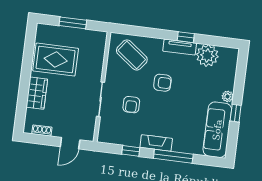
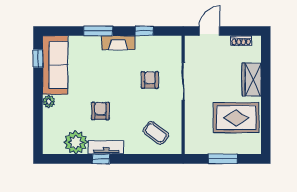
coffee table: (132, 55) -> (156, 133), width x0.73, depth x0.77
armchair: (162, 83) -> (100, 111), moved, turned 90
window: (236, 113) -> (38, 59), moved
window: (173, 156) -> (98, 31), width x0.69

